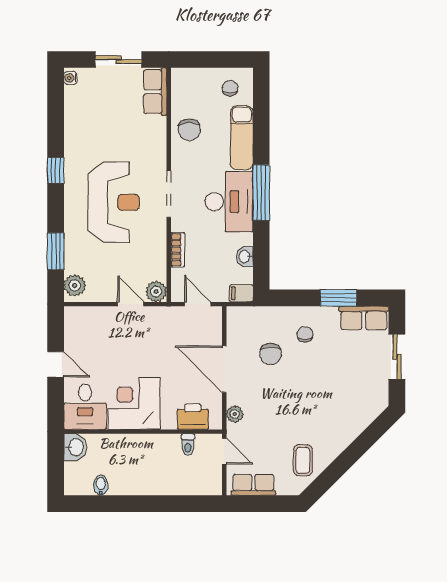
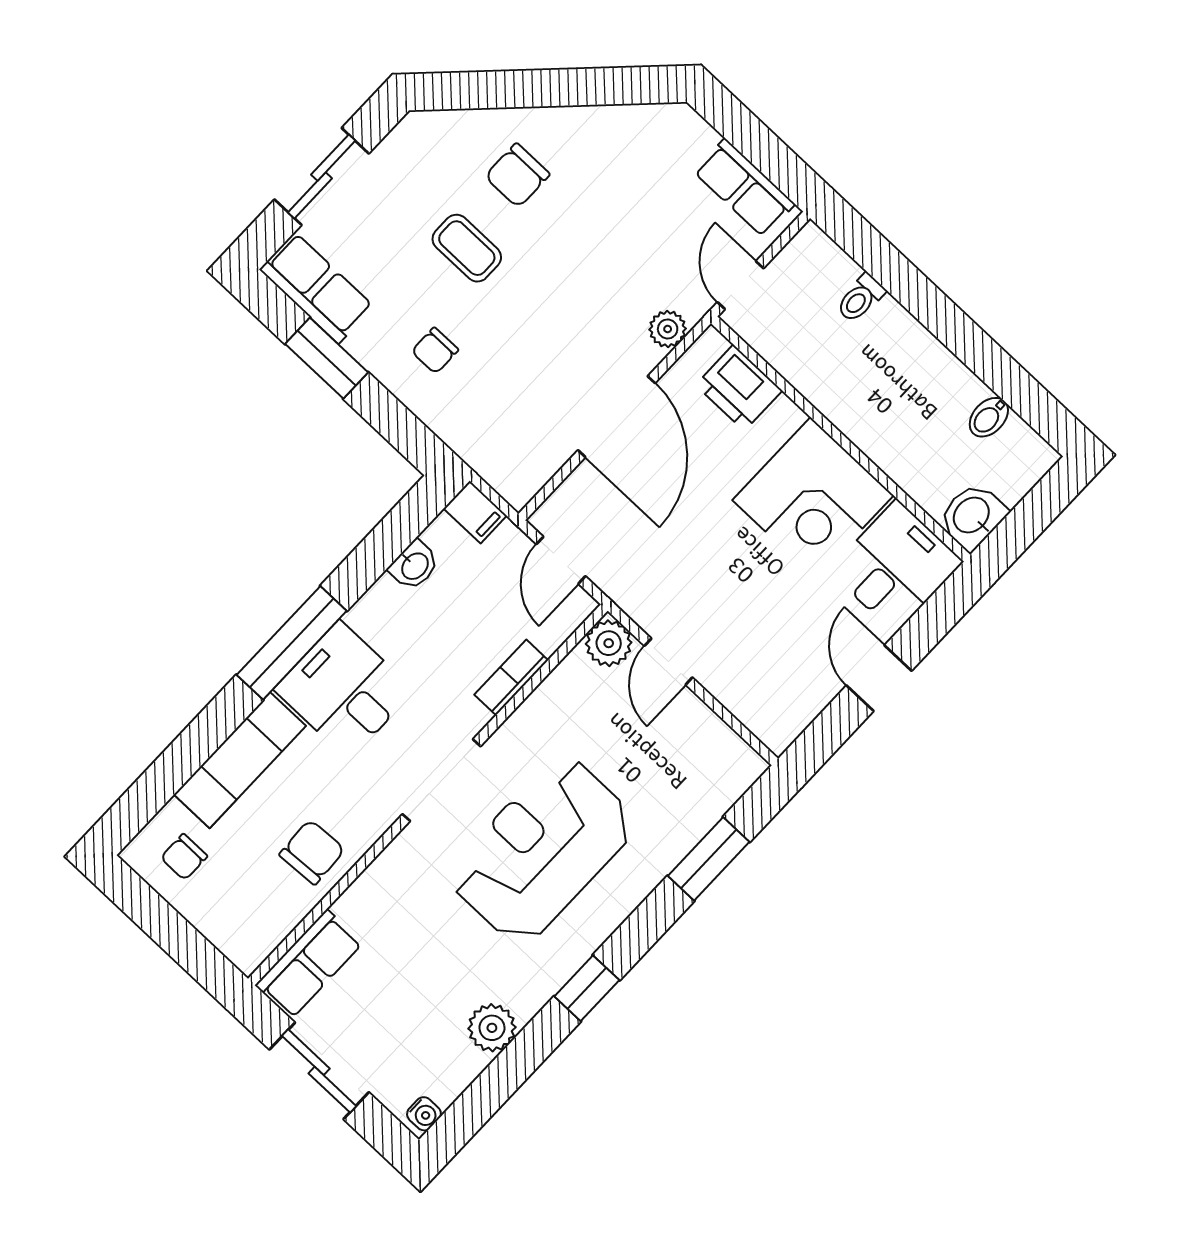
desk: (229, 202) -> (344, 690), width x0.73
plant: (75, 285) -> (492, 1028), moved
chair: (270, 354) -> (517, 175), moved, turned 180
toilet: (188, 445) -> (860, 298), moved, turned 180
coffee table: (303, 460) -> (467, 248), moved, turned 90

